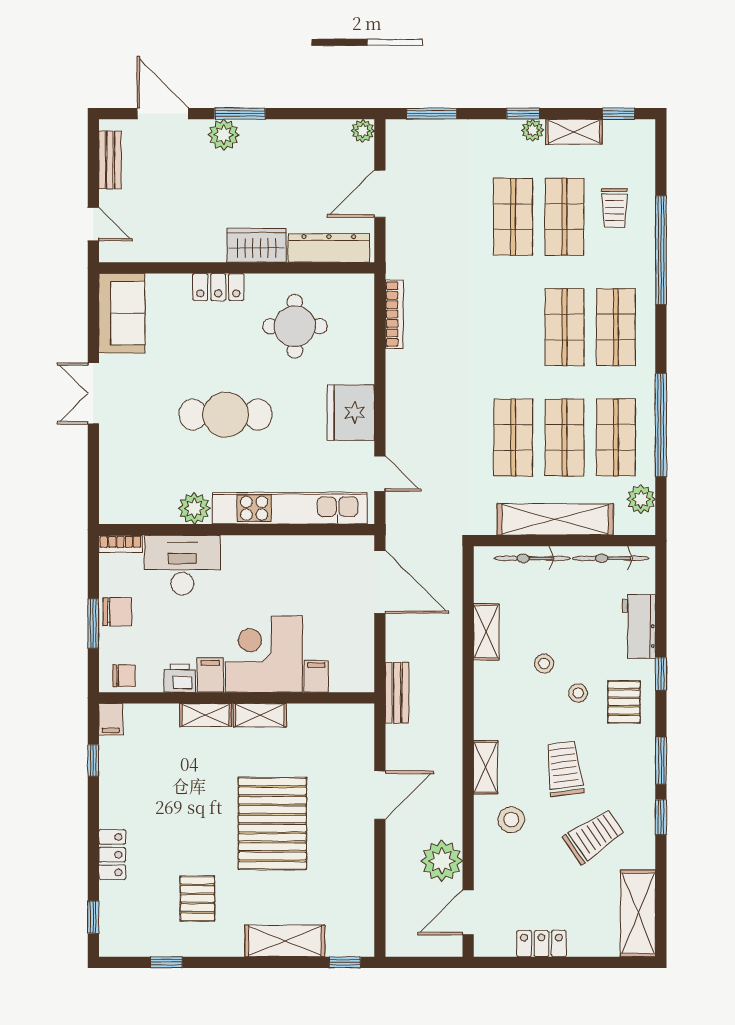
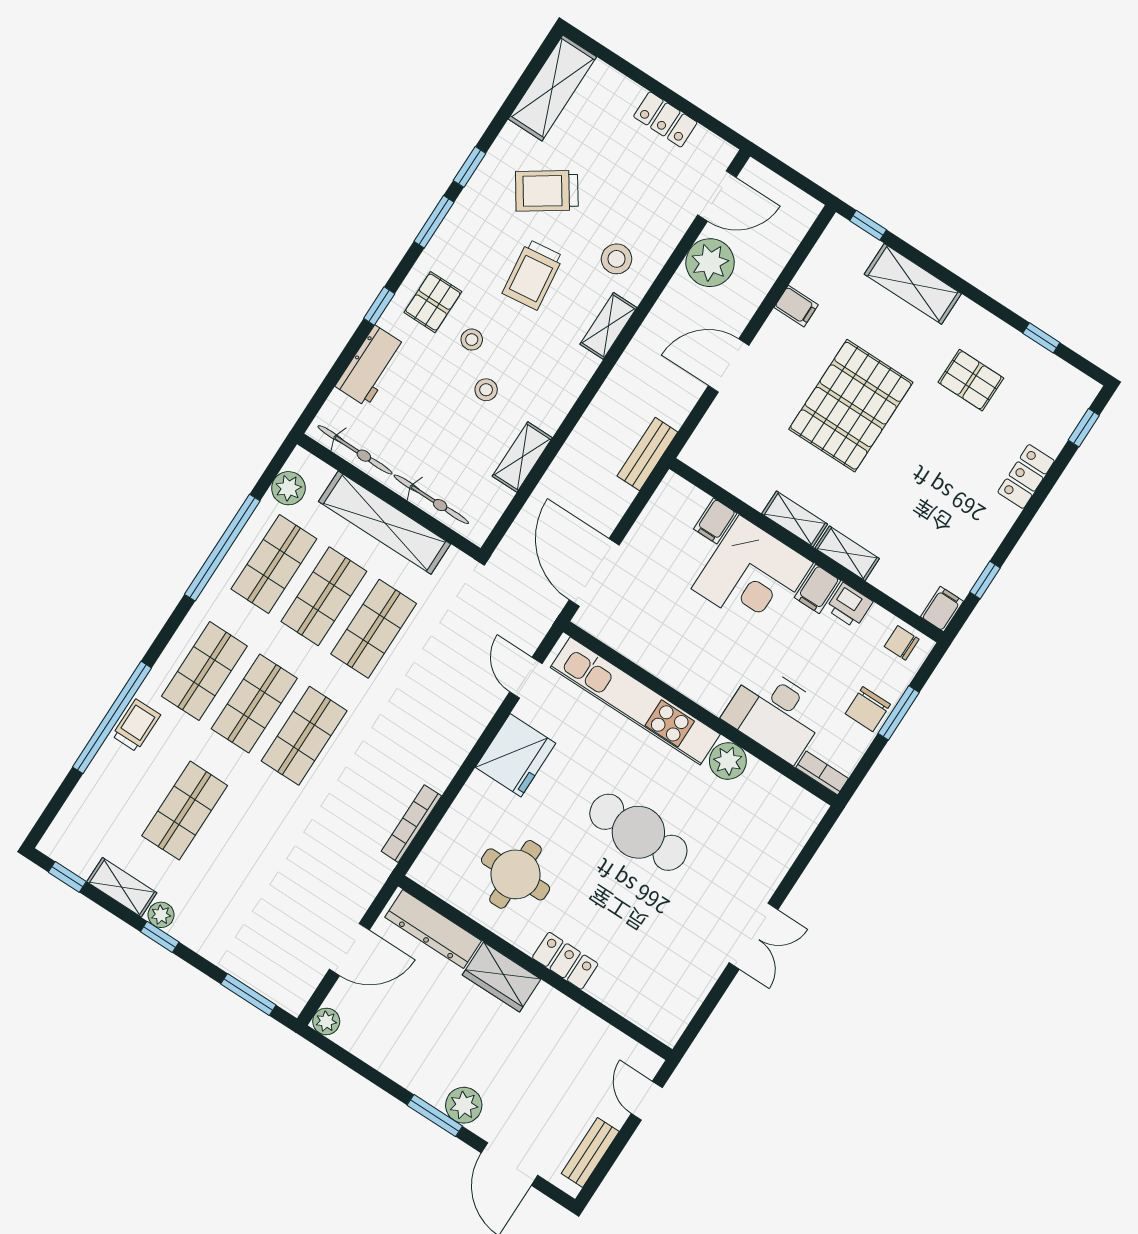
trolley: (614, 208) -> (136, 725), moved
shop shelf: (513, 217) -> (304, 736), moved
sofa: (122, 313) -> (675, 996), removed
chair: (117, 612) -> (868, 709), turned -90
filing cabinet: (359, 870) -> (796, 306), added
pallet: (197, 898) -> (971, 380), turned 90

